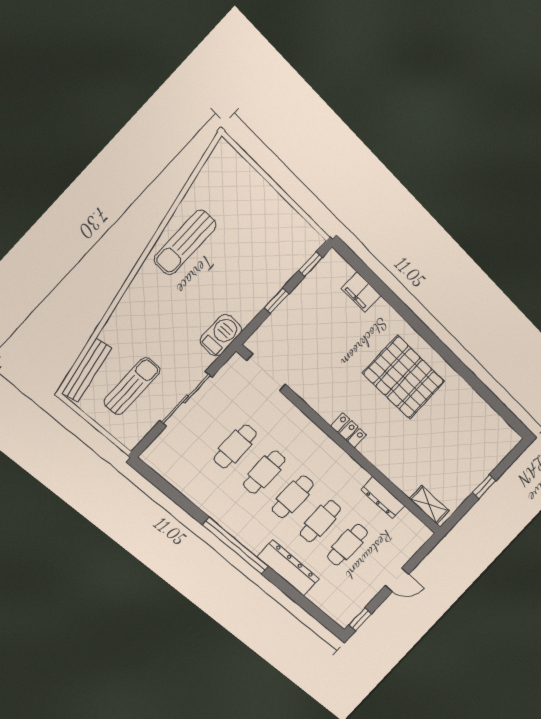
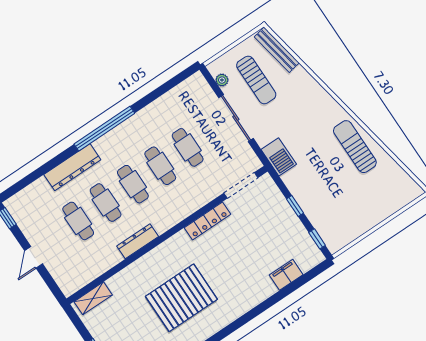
pallet: (404, 377) -> (181, 298), moved
plant: (143, 427) -> (222, 80), added
locker: (349, 430) -> (207, 221), moved, width x1.53
dresser: (383, 498) -> (138, 241), moved

